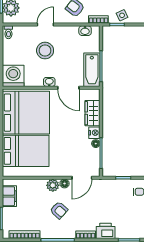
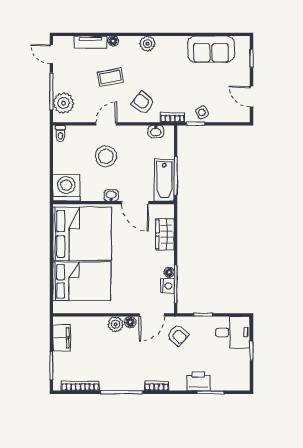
nightstand: (94, 133) -> (167, 286), moved
armchair: (59, 210) -> (178, 335), moved
printer: (106, 231) -> (198, 381), moved

